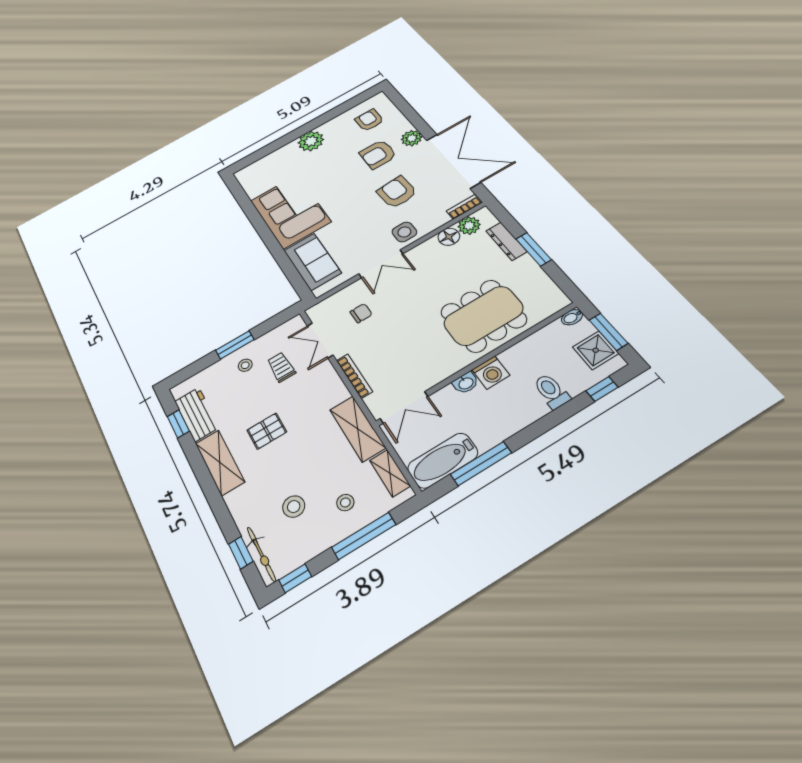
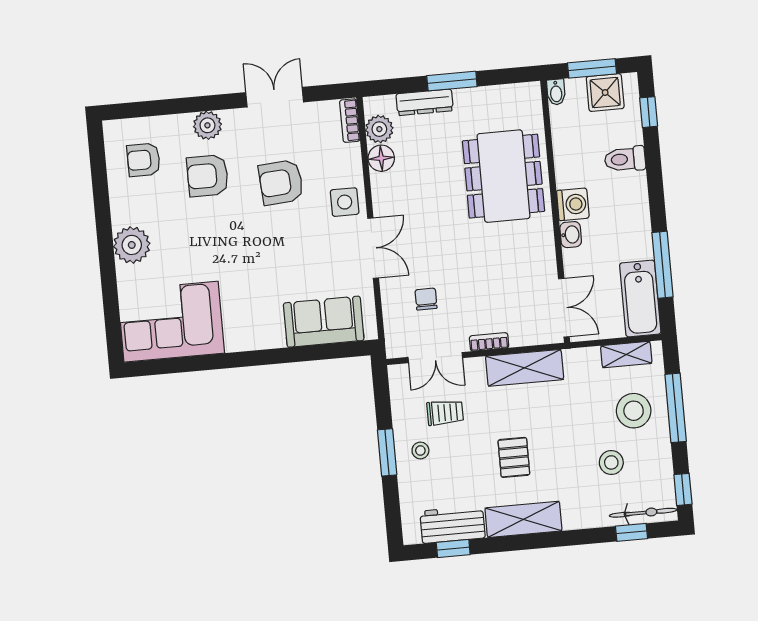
armchair: (378, 154) -> (208, 176), turned 90
double door: (453, 161) -> (275, 97), width x0.54
corner sofa: (290, 211) -> (171, 322), moved
trolley: (281, 367) -> (445, 413), turned 180
bookcase: (354, 376) -> (489, 342), width x0.64
shelving: (357, 429) -> (525, 368), moved
stool: (345, 503) -> (634, 411), width x1.89, depth x1.89

